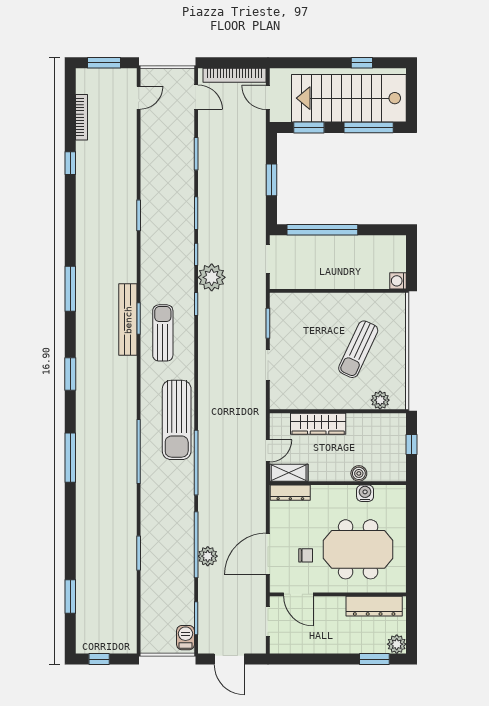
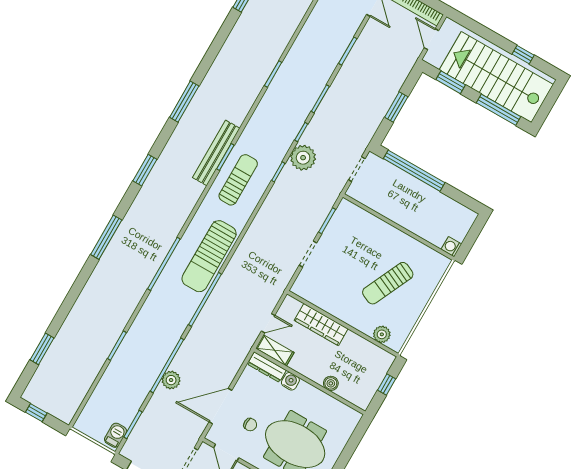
water cooler: (365, 493) -> (290, 381), moved

